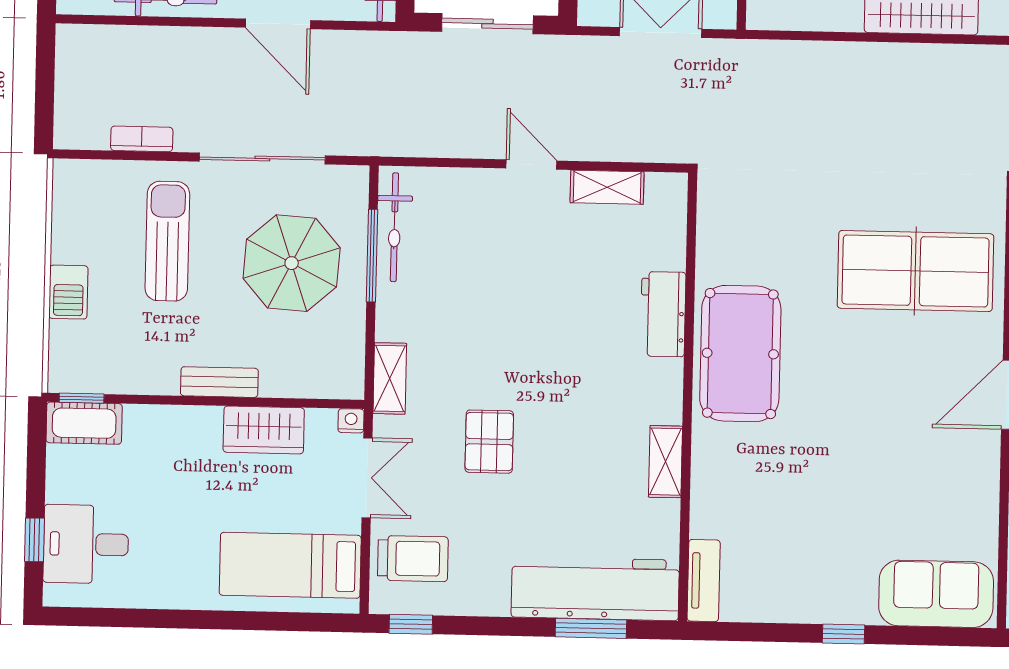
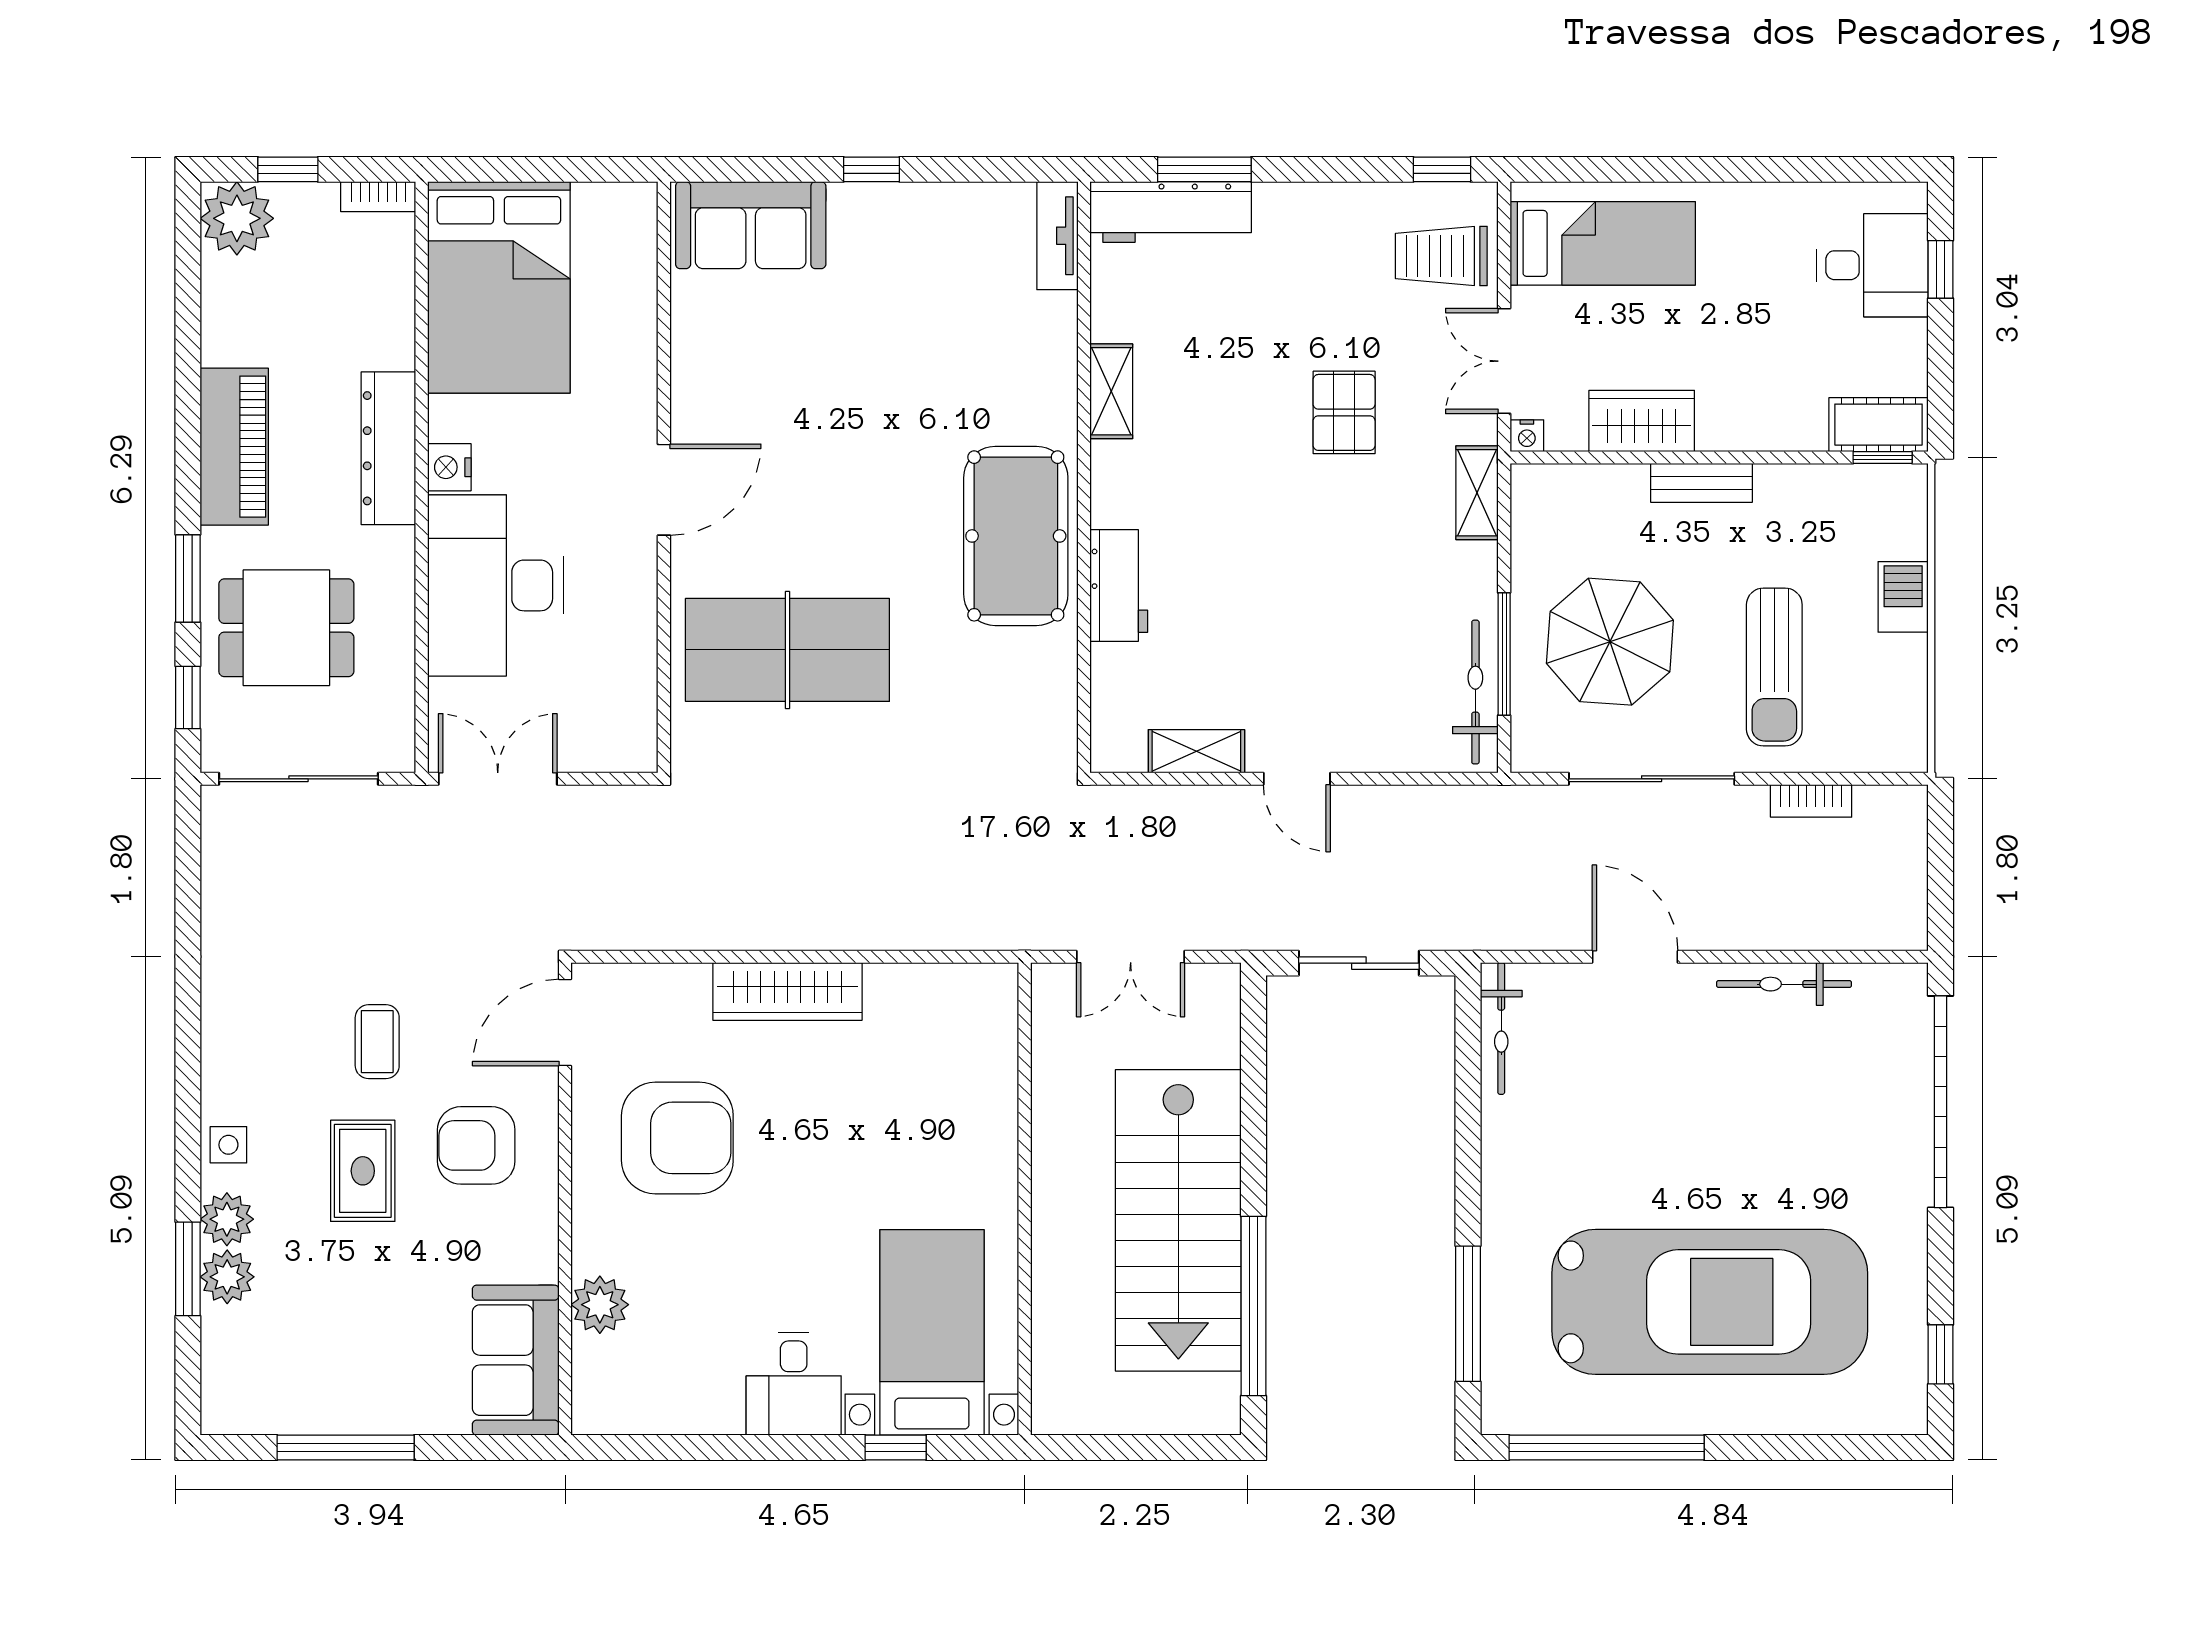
workbench: (595, 589) -> (1171, 212), width x0.73, depth x0.76

